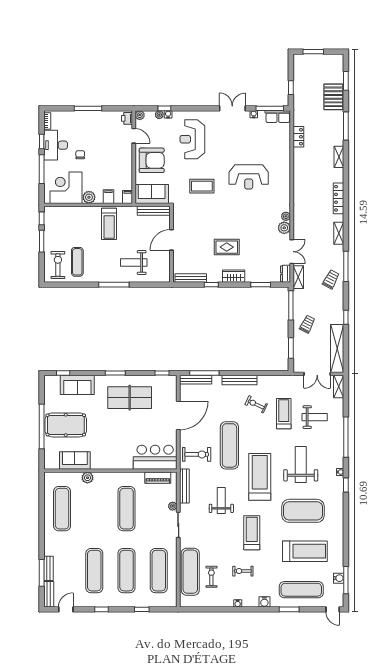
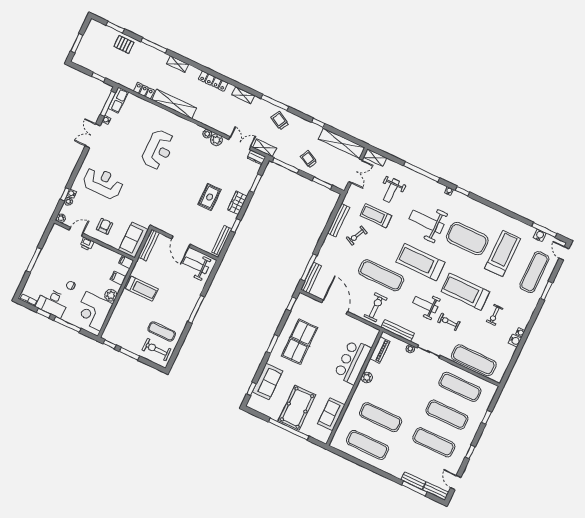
pallet: (333, 97) -> (124, 44), width x0.67, depth x0.71
printer: (127, 118) -> (87, 244), moved
reception desk: (192, 139) -> (103, 183), turned 180
armchair: (152, 160) -> (105, 226), width x0.53, depth x0.53
shelving: (299, 171) -> (174, 104), added
coffee table: (202, 186) -> (147, 194), removed
weight bench: (134, 262) -> (196, 265), moved, turned 90
bench: (239, 380) -> (339, 220), moved
weight bench: (315, 417) -> (391, 191), turned 180
bar counter: (155, 457) -> (353, 362), moved
plant: (87, 478) -> (367, 377), moved
exercise mat: (127, 509) -> (381, 417), moved
exercise mat: (303, 511) -> (467, 239), turned 90
treadmill: (252, 533) -> (465, 292), width x1.37, depth x1.38
exercise bike: (211, 577) -> (449, 322), moved
water cooler: (264, 602) -> (515, 340), moved
door: (333, 609) -> (564, 253), swing flipped

